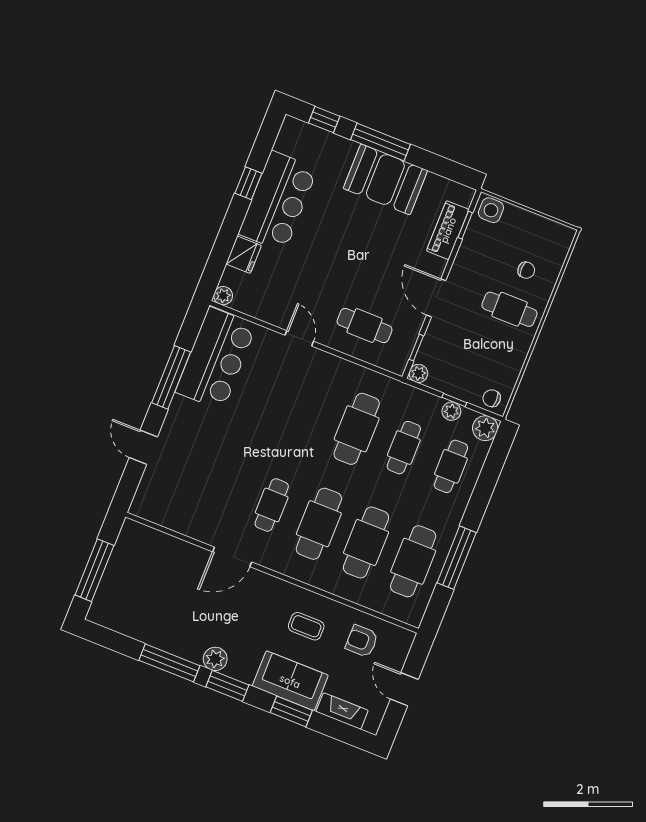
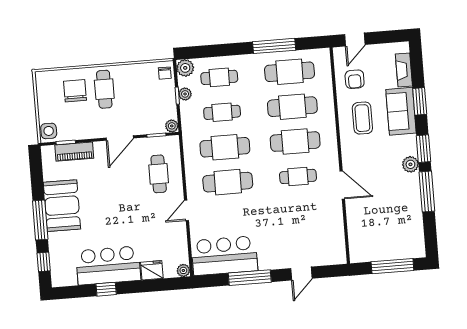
chair: (526, 270) -> (75, 91), width x1.87, depth x1.87
cafe table: (309, 410) -> (228, 182), added
coffee table: (306, 626) -> (362, 118), width x1.36, depth x1.30
door: (404, 689) -> (355, 39), moved

